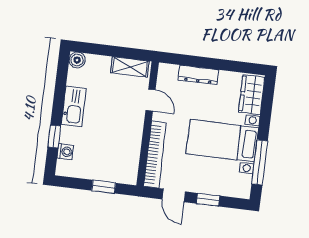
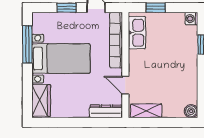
dresser: (198, 75) -> (106, 111), moved
kitchen sink: (74, 107) -> (137, 33), moved, turned 180
washing machine: (65, 152) -> (191, 19), moved

